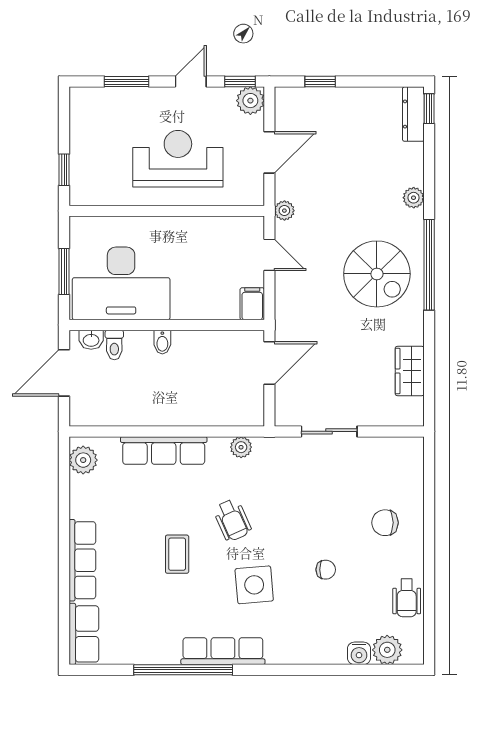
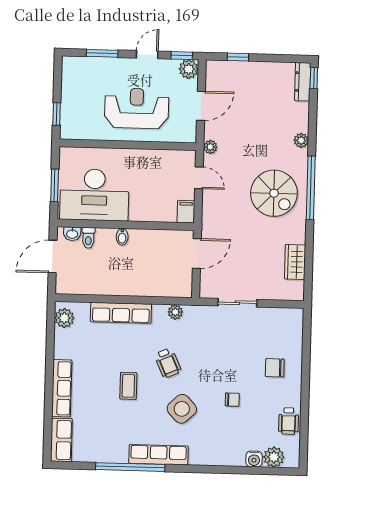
side table: (254, 585) -> (182, 409), turned -38

